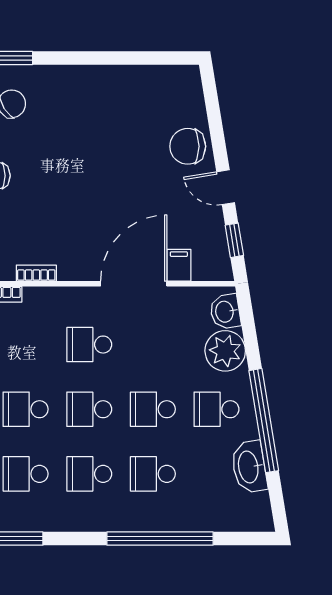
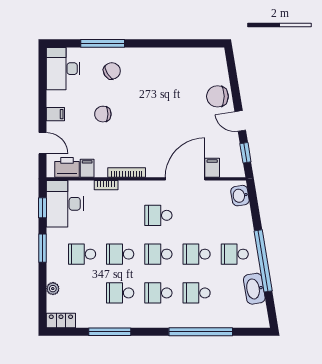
bookcase: (36, 273) -> (127, 172), width x1.56
plant: (225, 351) -> (240, 219), removed

